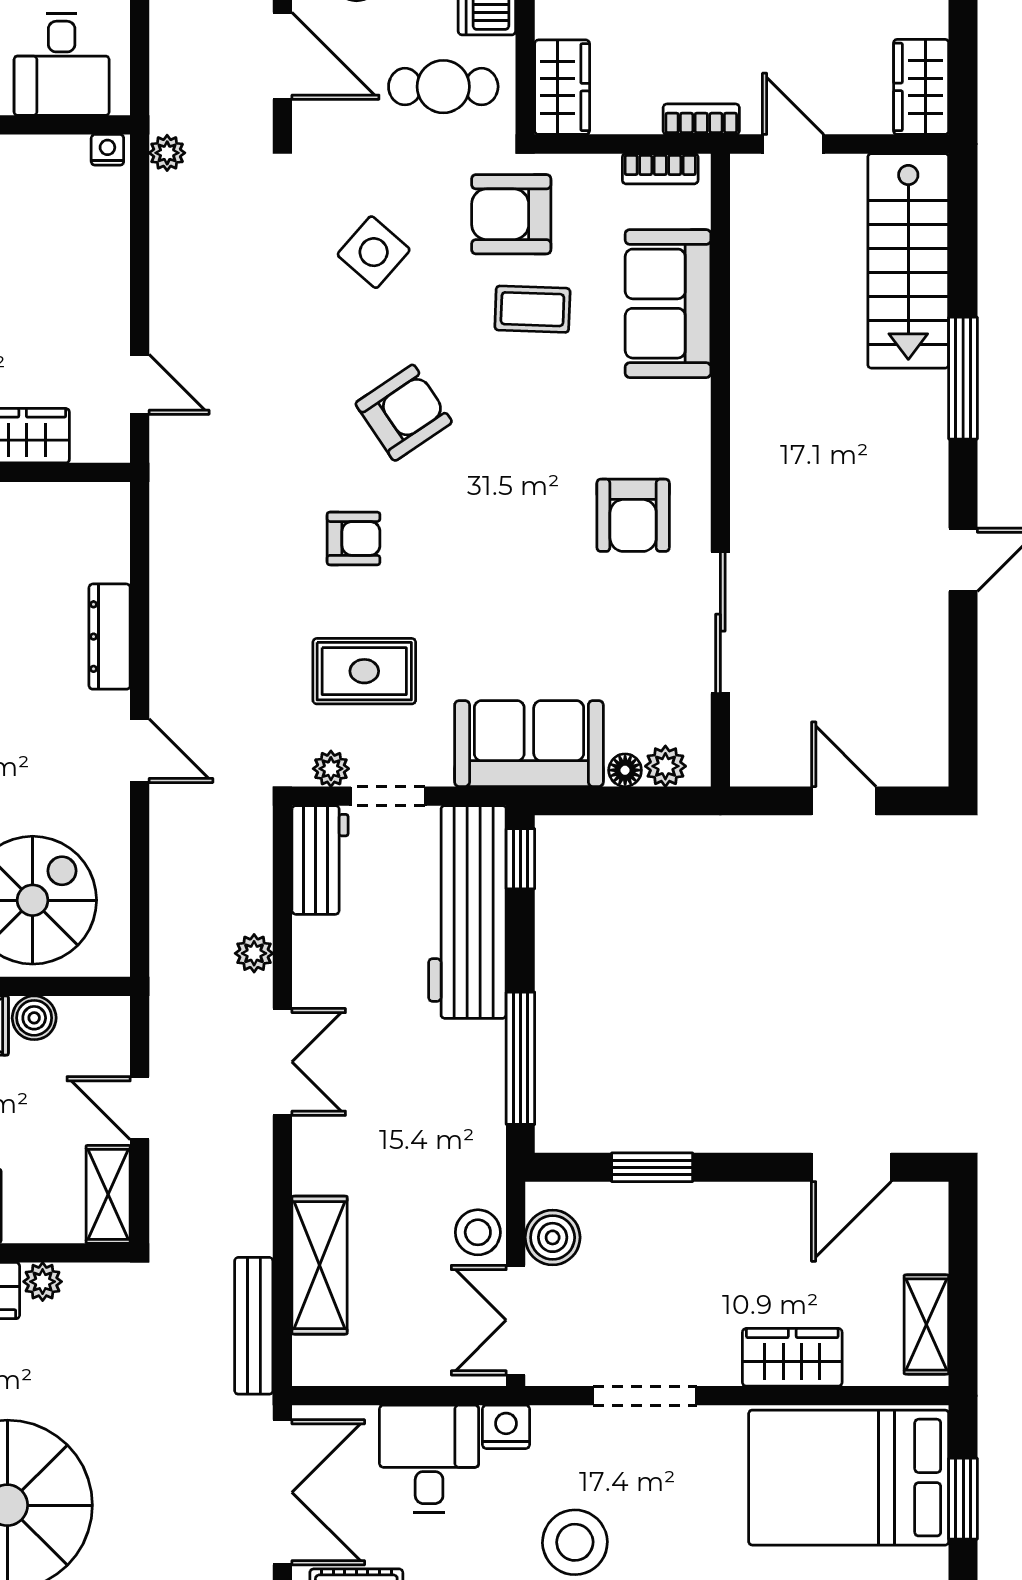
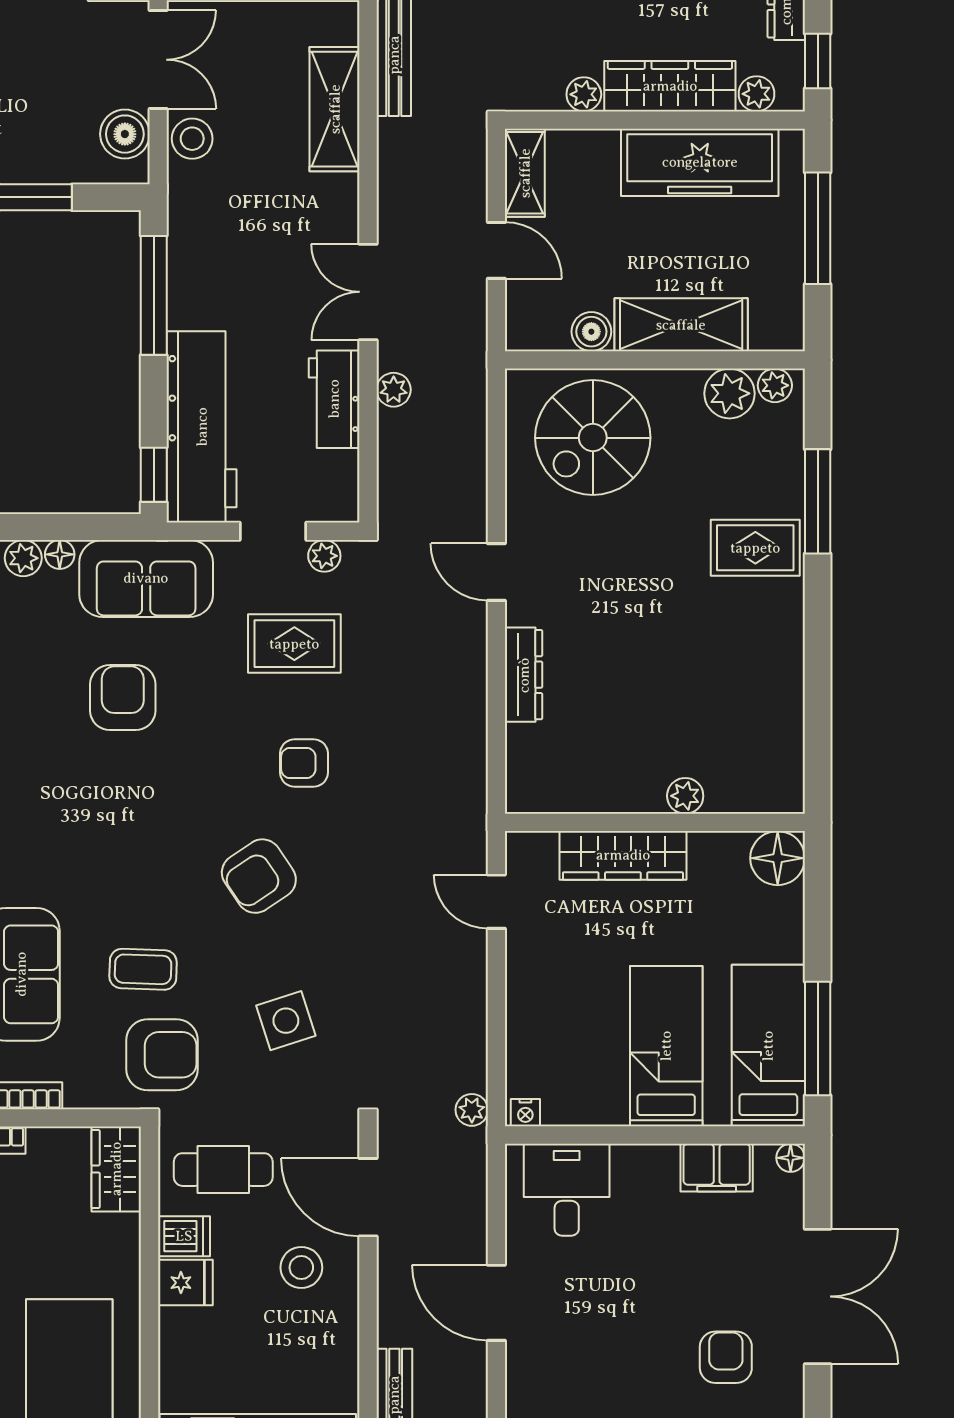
side table: (374, 252) -> (286, 1021), turned 31
armchair: (633, 515) -> (123, 698), moved
workbench: (320, 860) -> (334, 399), moved

